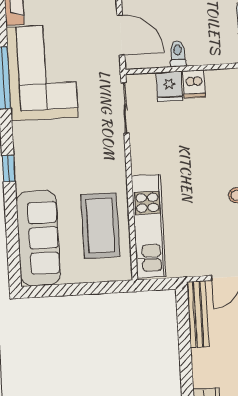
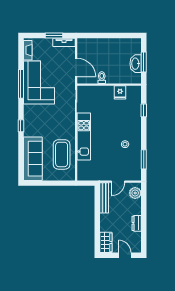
dishwasher: (194, 84) -> (108, 92), removed
fridge: (169, 86) -> (120, 92), moved
kitchen unit: (149, 226) -> (84, 136), moved

